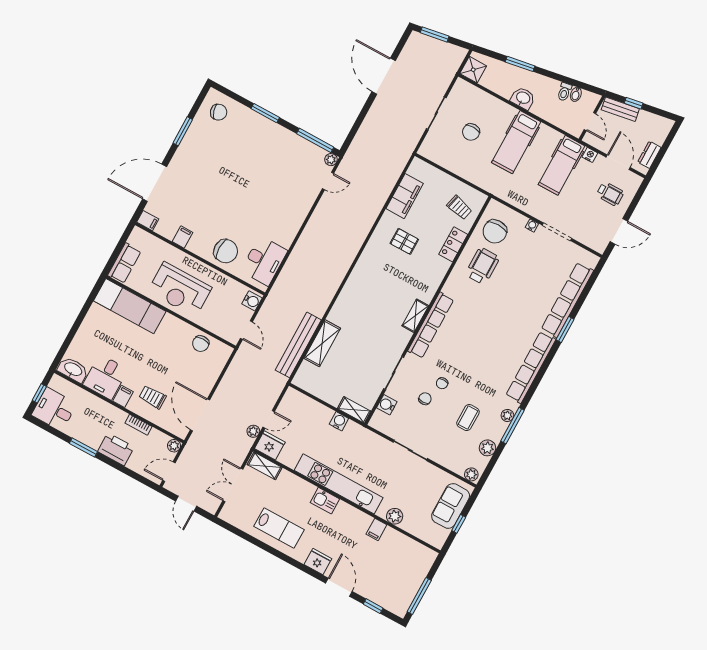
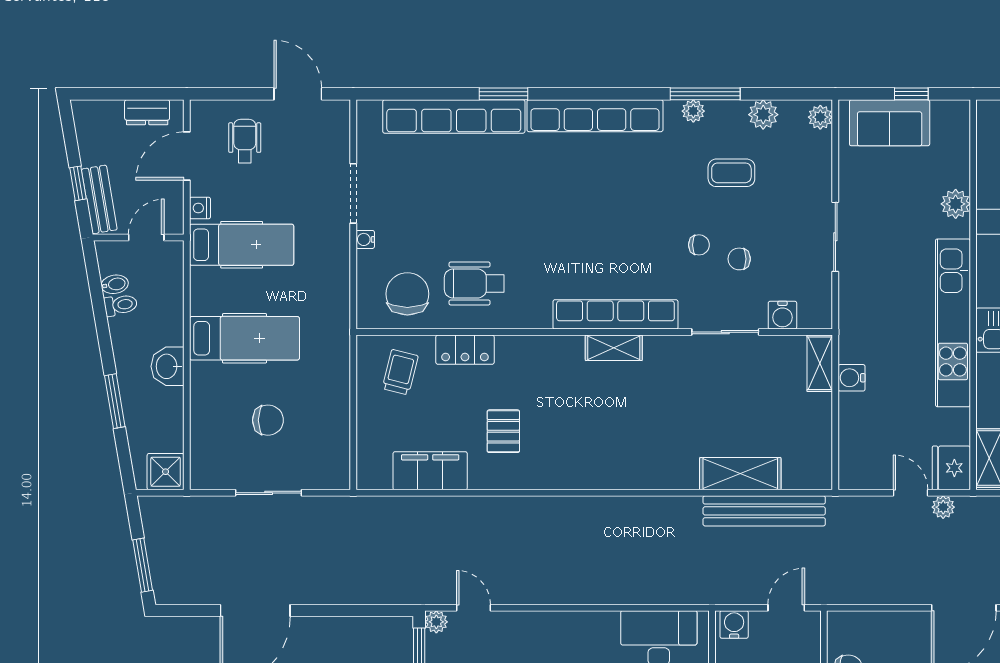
chair: (495, 231) -> (407, 294), turned -90

